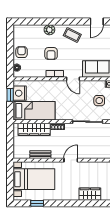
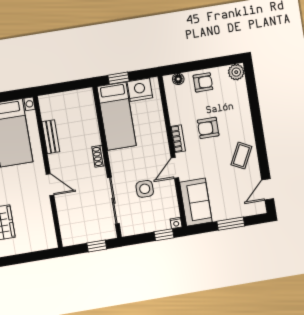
door: (97, 22) -> (268, 189), hinge flipped
plant: (49, 30) -> (236, 72), moved
window: (10, 95) -> (118, 78), moved
side table: (99, 101) -> (145, 189), moved
wardrobe: (34, 129) -> (88, 121), removed

